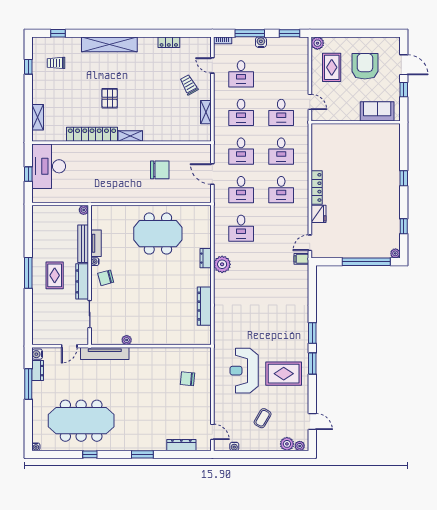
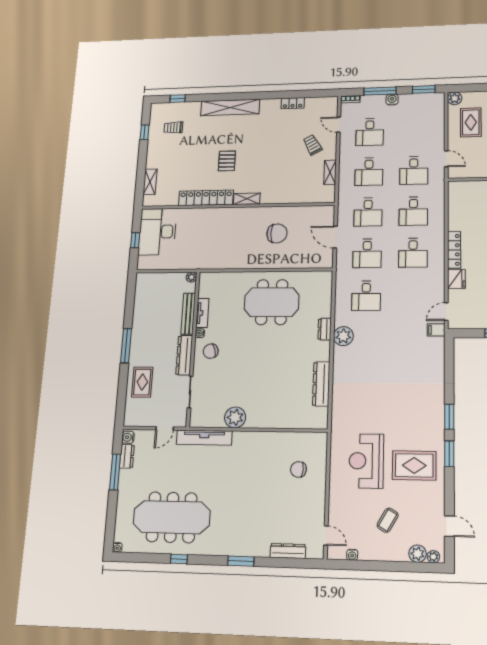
rug: (55, 275) -> (142, 382), moved
plant: (127, 340) -> (235, 417), width x1.88, depth x1.88

